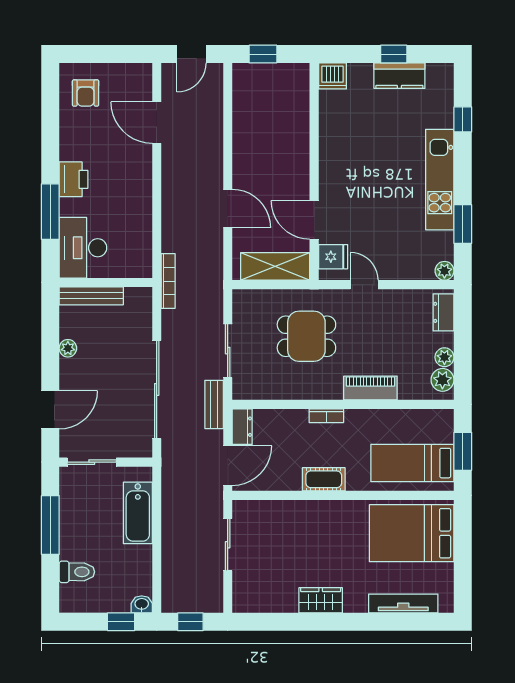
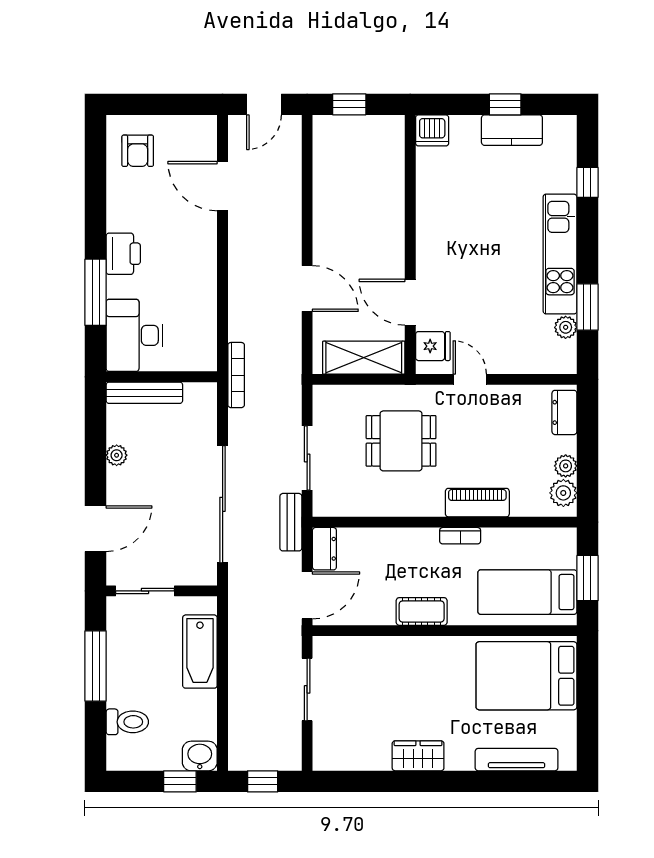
plant: (444, 271) -> (566, 327), moved
bookcase: (326, 416) -> (460, 536), moved
washbasin: (142, 604) -> (200, 756), width x1.38, depth x1.45

